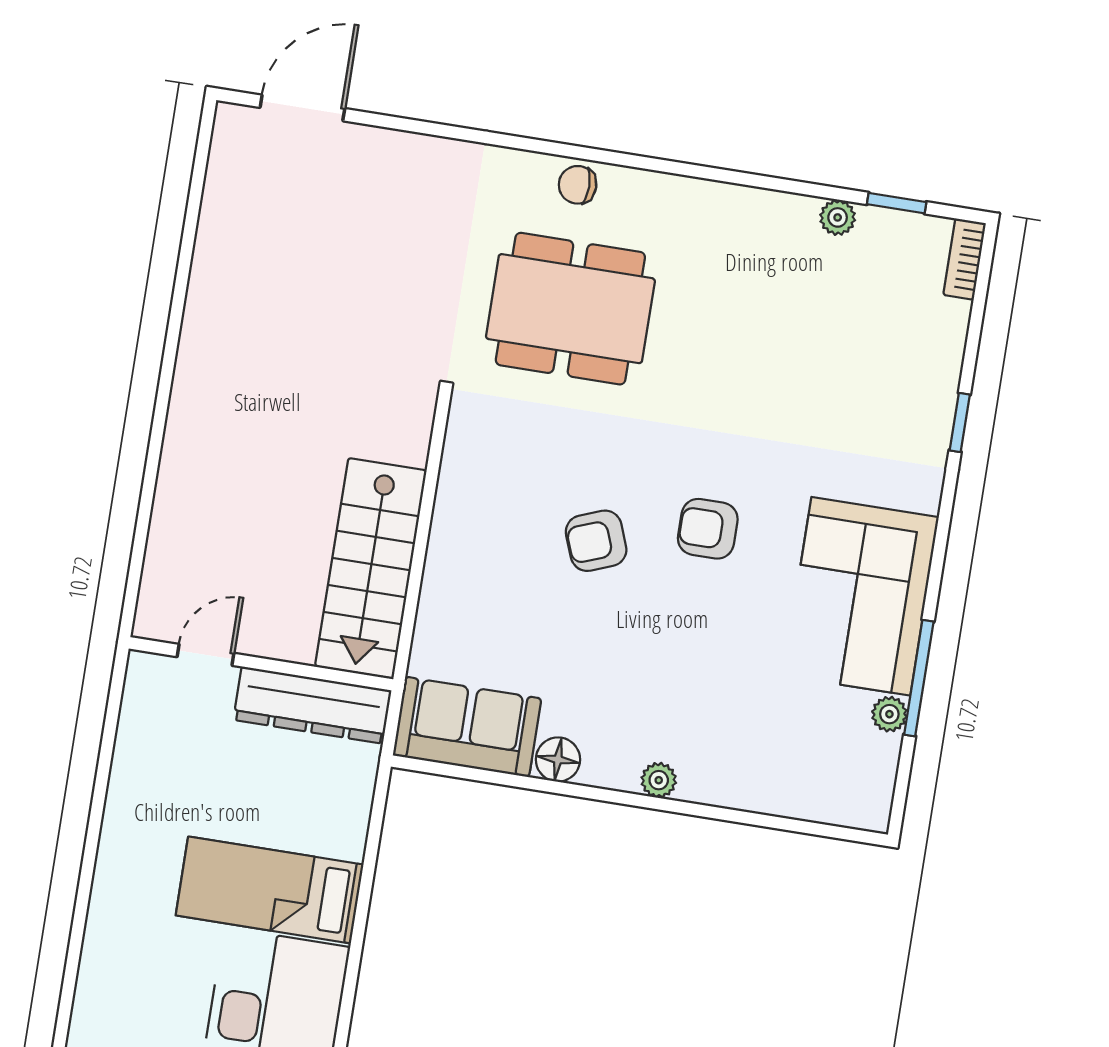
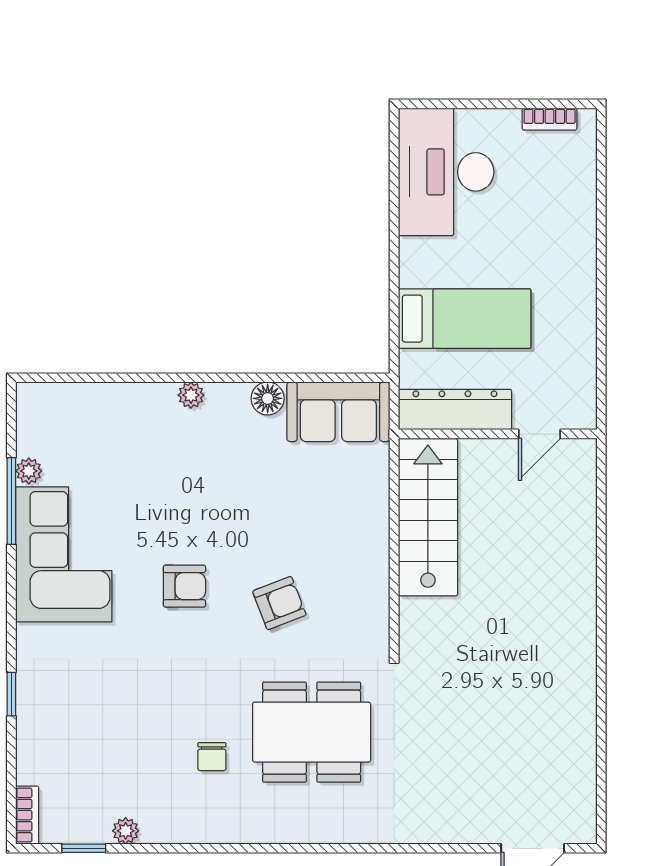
chair: (578, 185) -> (212, 757), moved, turned 90
armchair: (596, 541) -> (279, 603), moved
bed: (270, 890) -> (465, 319), moved

